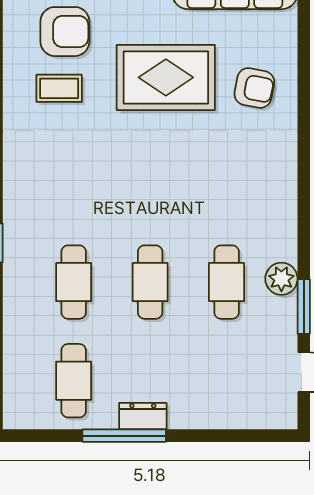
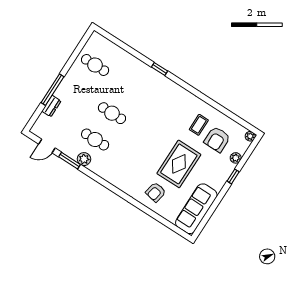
cafe table: (74, 282) -> (129, 87), removed
dresser: (143, 416) -> (51, 106), moved
window: (124, 436) -> (52, 90), moved

